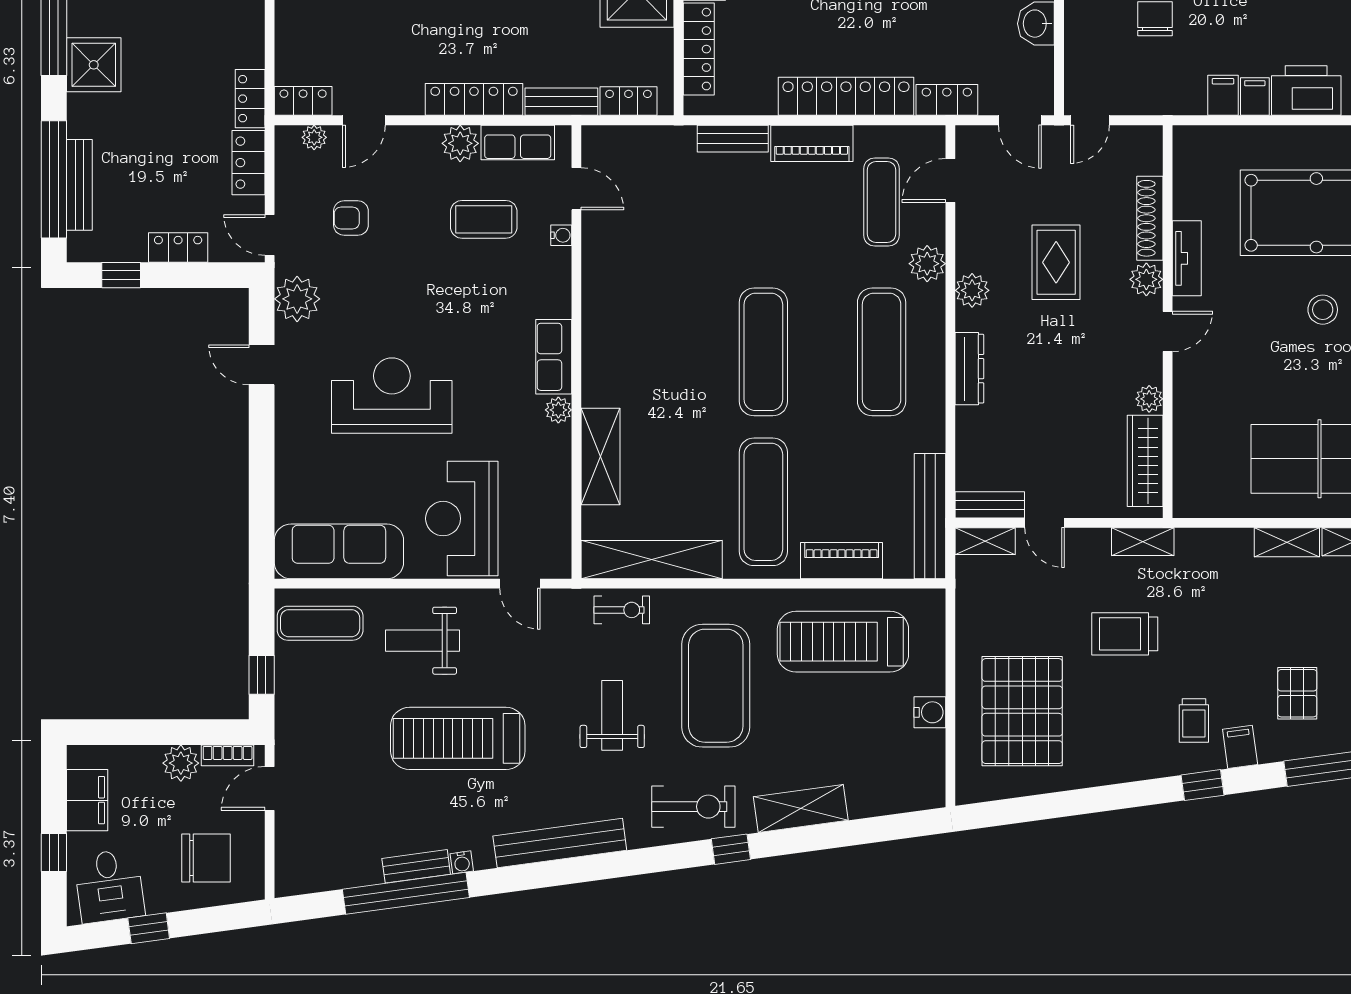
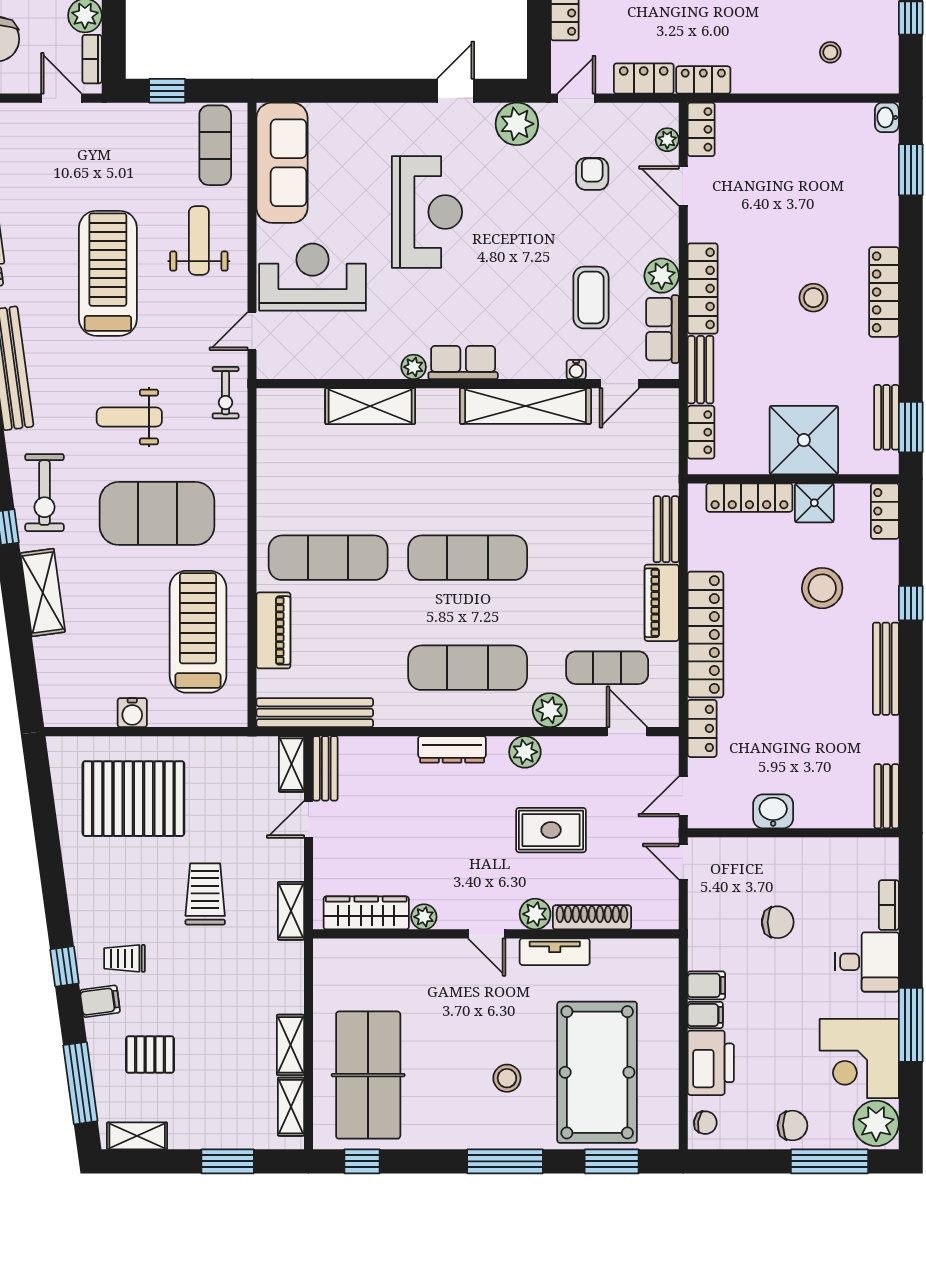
shelving: (652, 560) -> (525, 406), moved, turned 90
exercise bike: (622, 610) -> (226, 393), moved
weight bench: (612, 715) -> (129, 417), turned 180

